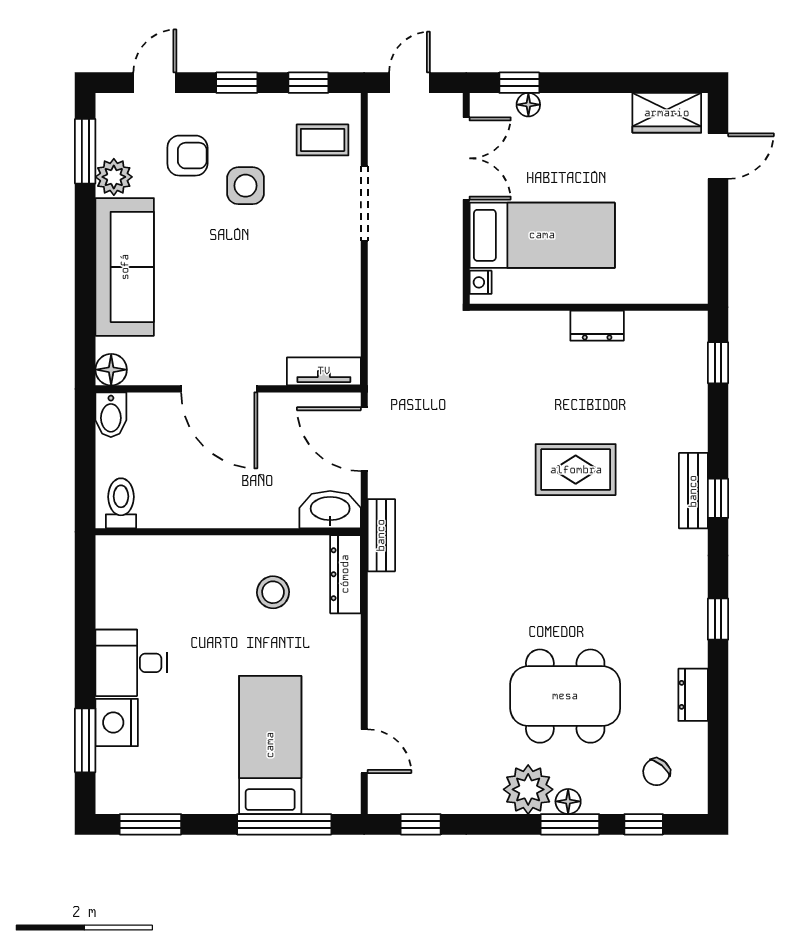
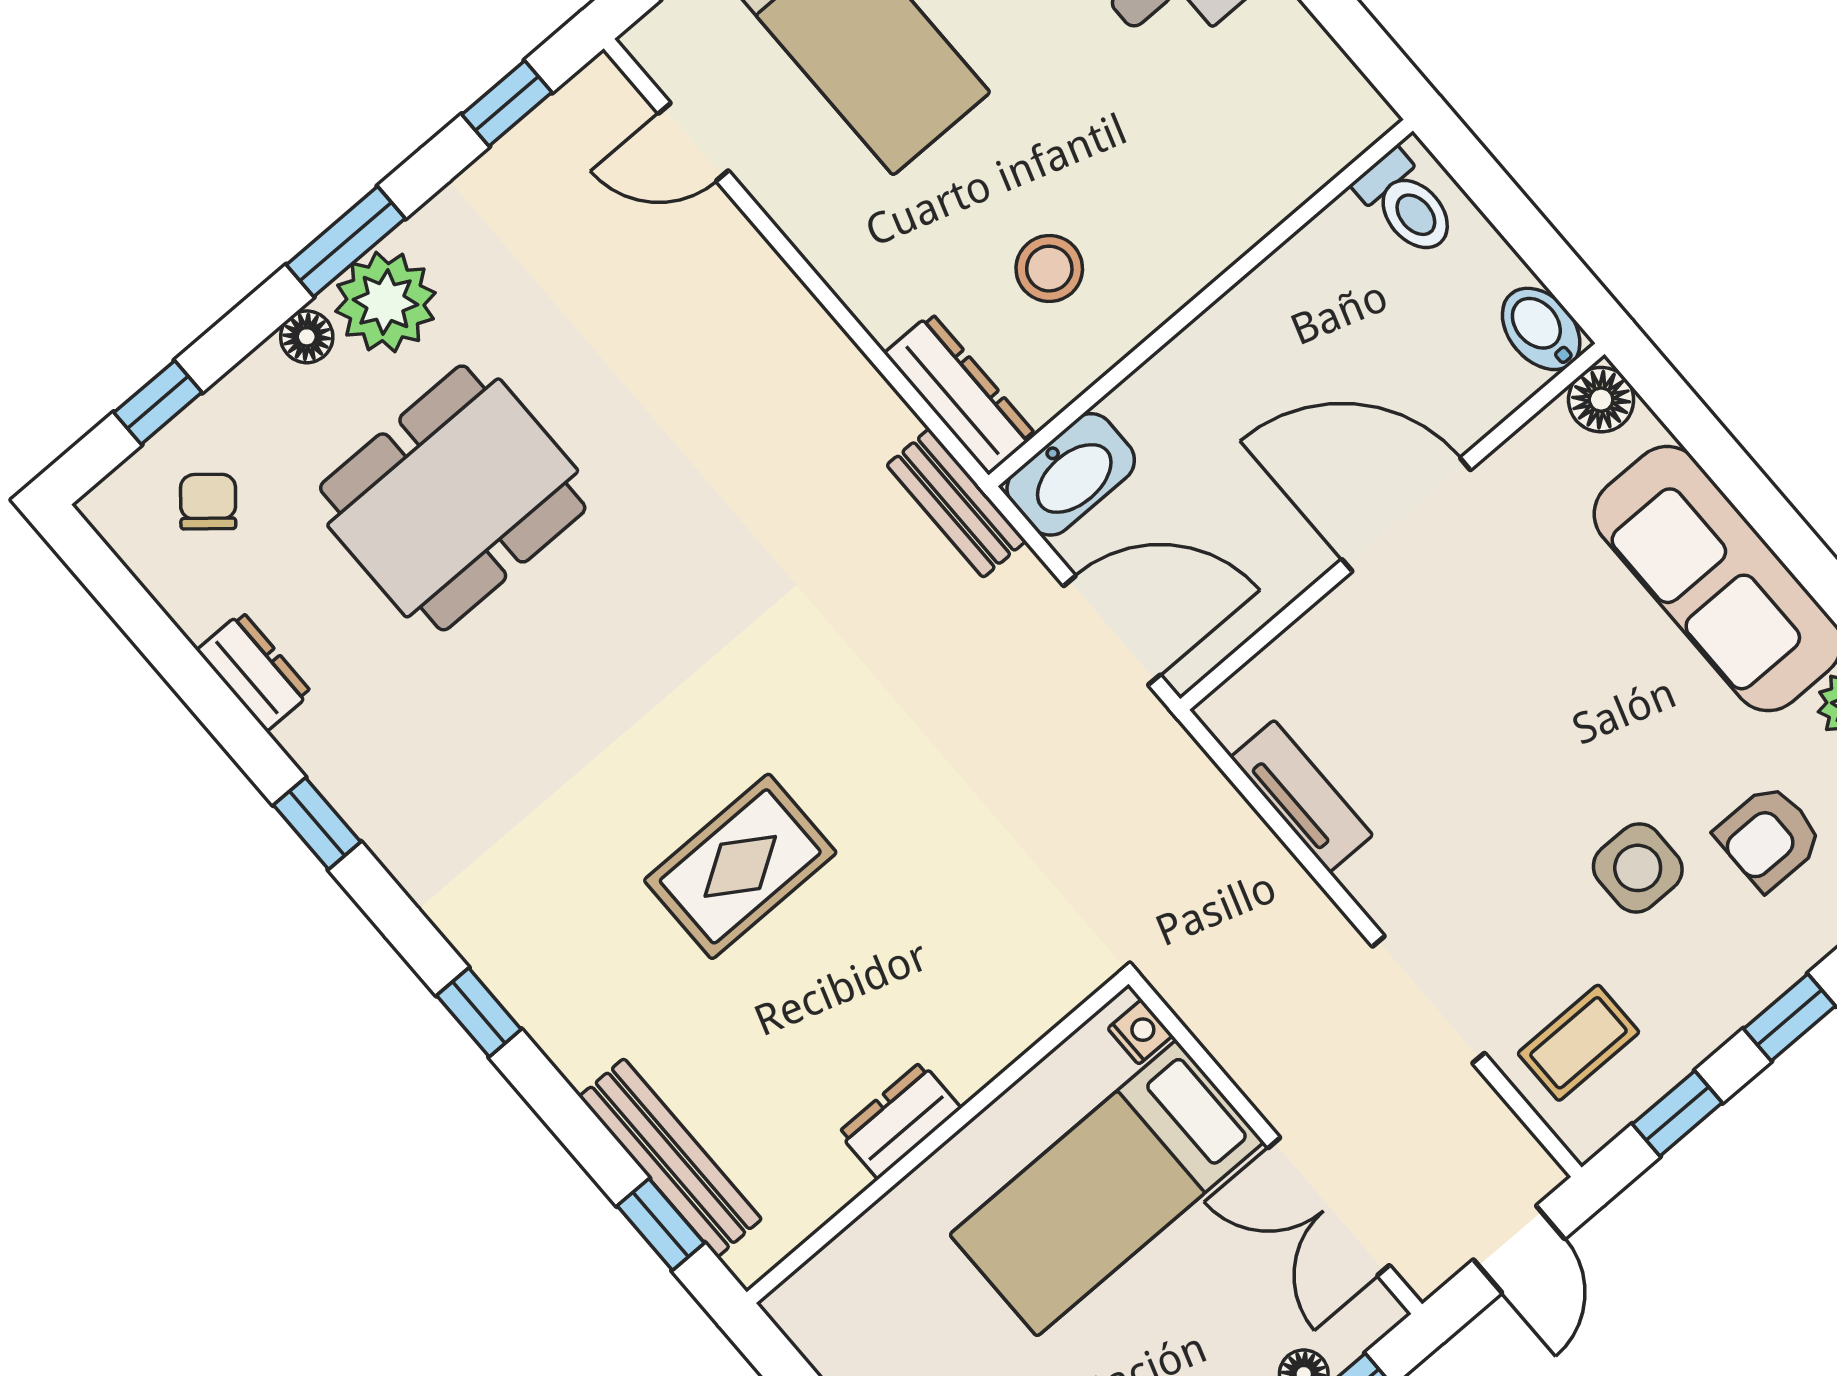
tv unit: (324, 371) -> (1302, 796), moved, turned -90
bench: (693, 491) -> (670, 1158), moved, width x1.36
window: (570, 824) -> (346, 242), moved

